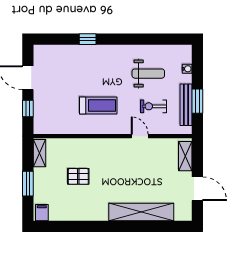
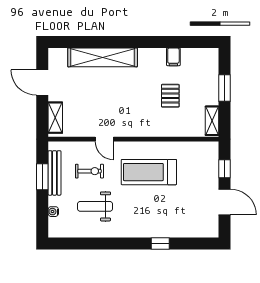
treadmill: (98, 105) -> (149, 172), width x1.37, depth x1.38
pallet: (78, 176) -> (170, 96), turned 90
filing cabinet: (42, 213) -> (173, 57), moved

